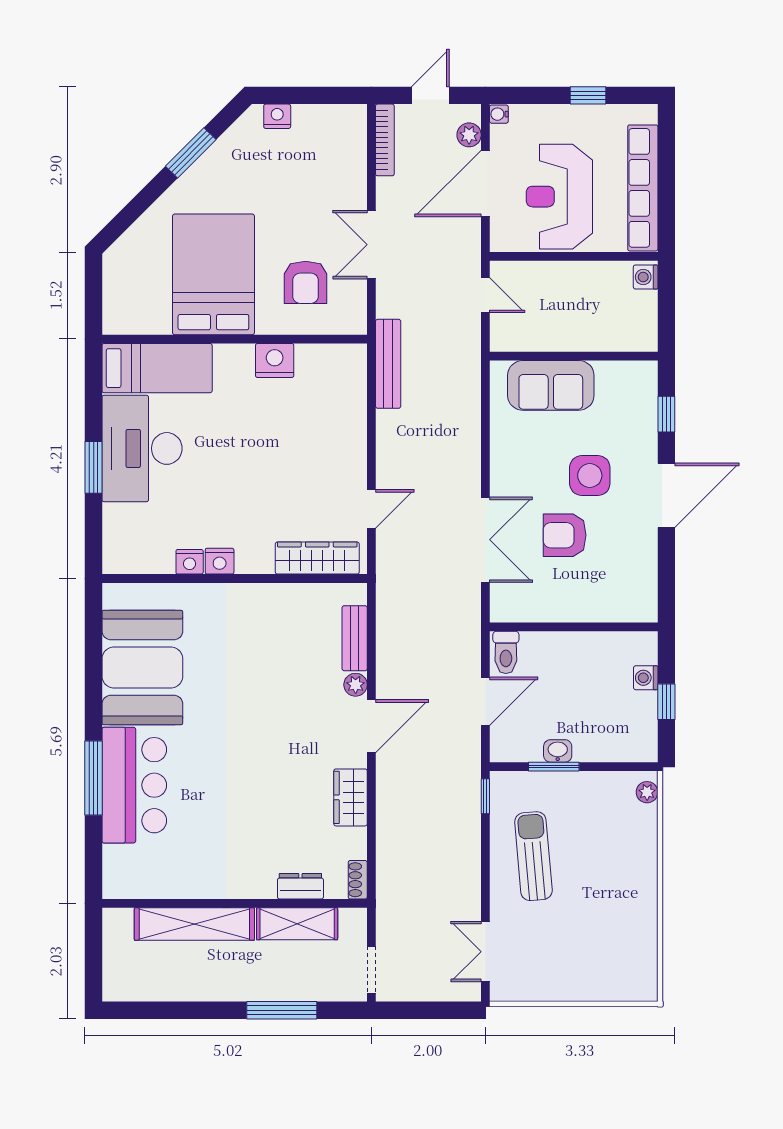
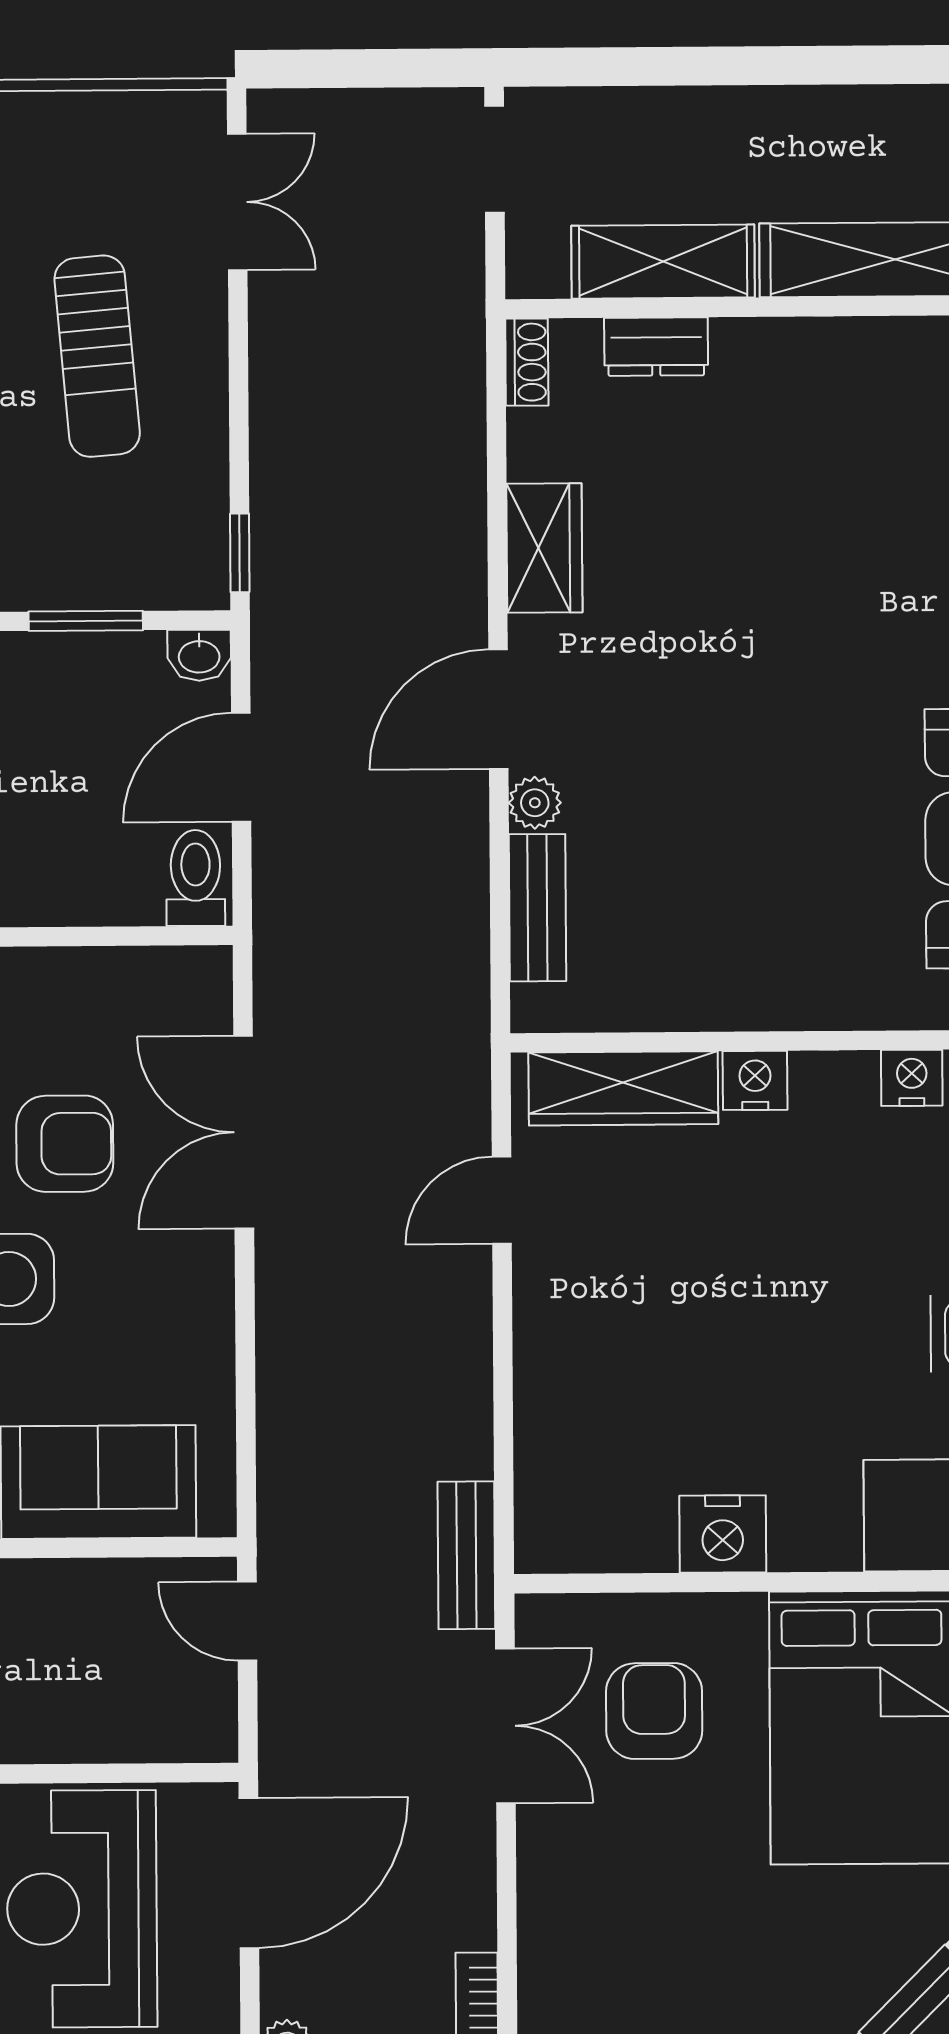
door: (485, 183) -> (249, 1873), moved
reception desk: (559, 197) -> (82, 1909), turned 180
double door: (371, 245) -> (505, 1726), moved
door: (485, 295) -> (247, 1621), moved
bench: (388, 364) -> (466, 1555), width x0.73
nightstand: (220, 561) -> (755, 1080), moved
washbasin: (558, 751) -> (199, 655), moved
sun lounger: (533, 856) -> (97, 356), moved
window: (282, 1010) -> (696, 66), removed

